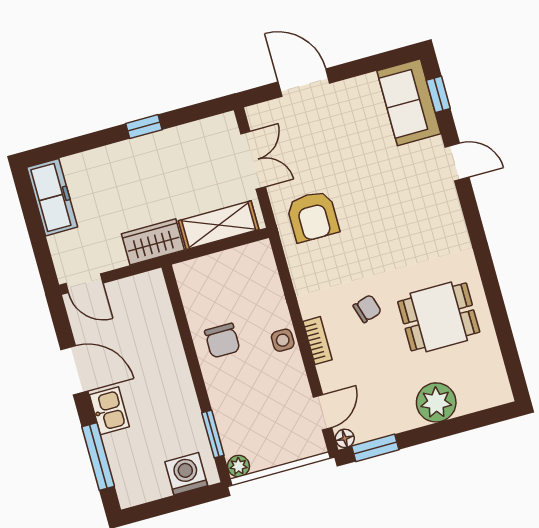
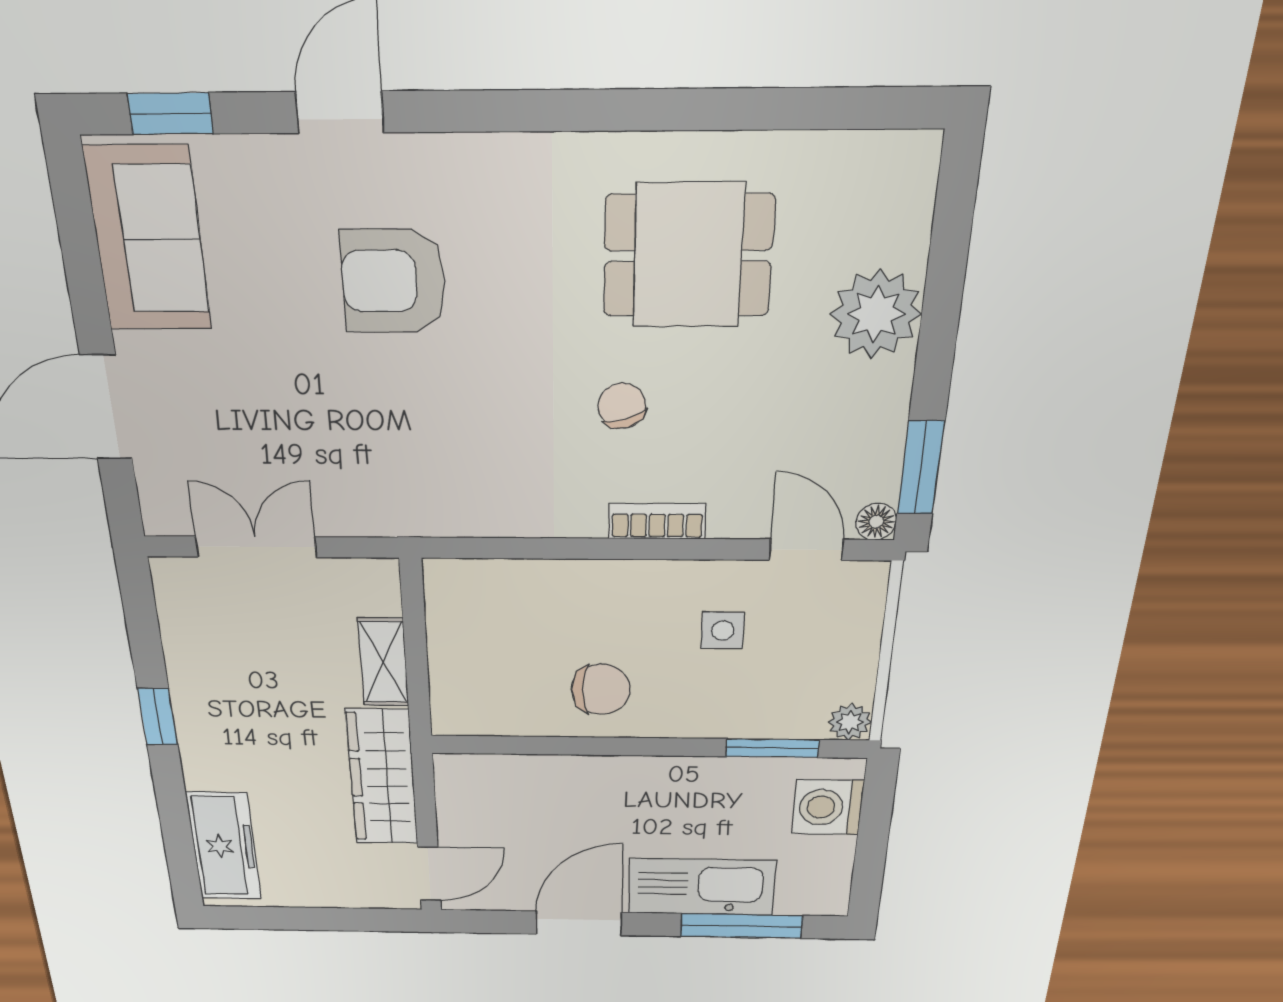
sofa: (409, 102) -> (148, 240), moved, turned -90
freezer: (52, 197) -> (224, 846), moved, turned 90
armchair: (313, 216) -> (394, 281), moved, turned 180
shelving: (219, 225) -> (383, 662), width x0.67, depth x0.75
wardrobe: (153, 242) -> (382, 778), width x1.50
dining table: (439, 317) -> (688, 256), turned 90
side table: (283, 340) -> (723, 631), moved
kitchen sink: (109, 411) -> (702, 887), width x1.87, depth x1.24

